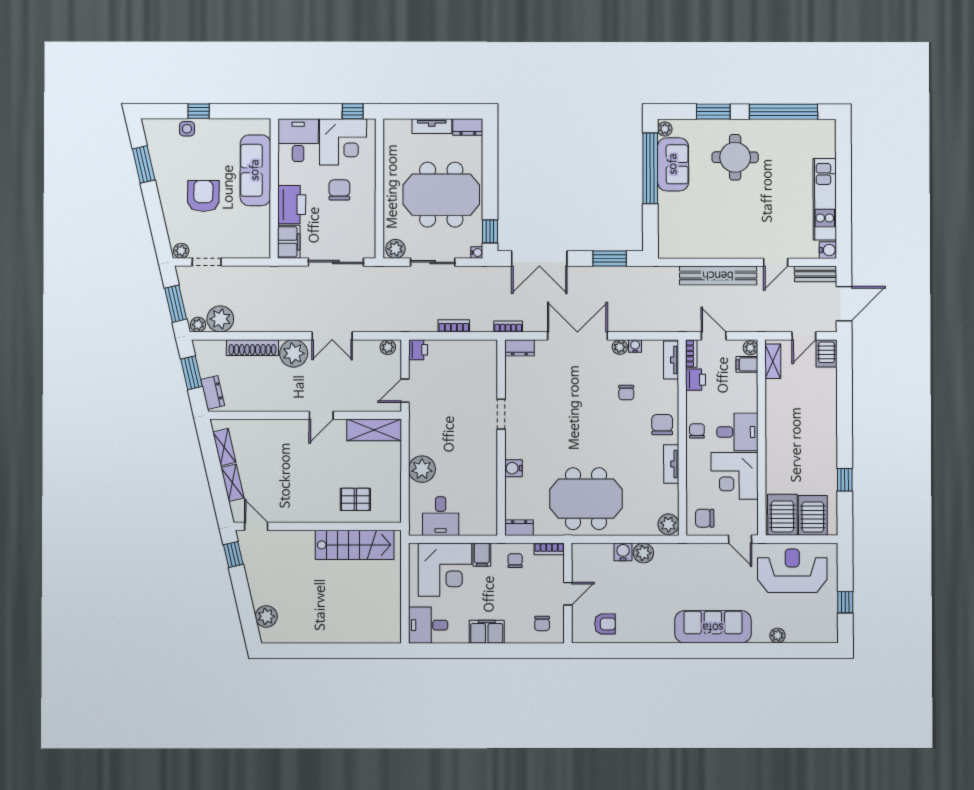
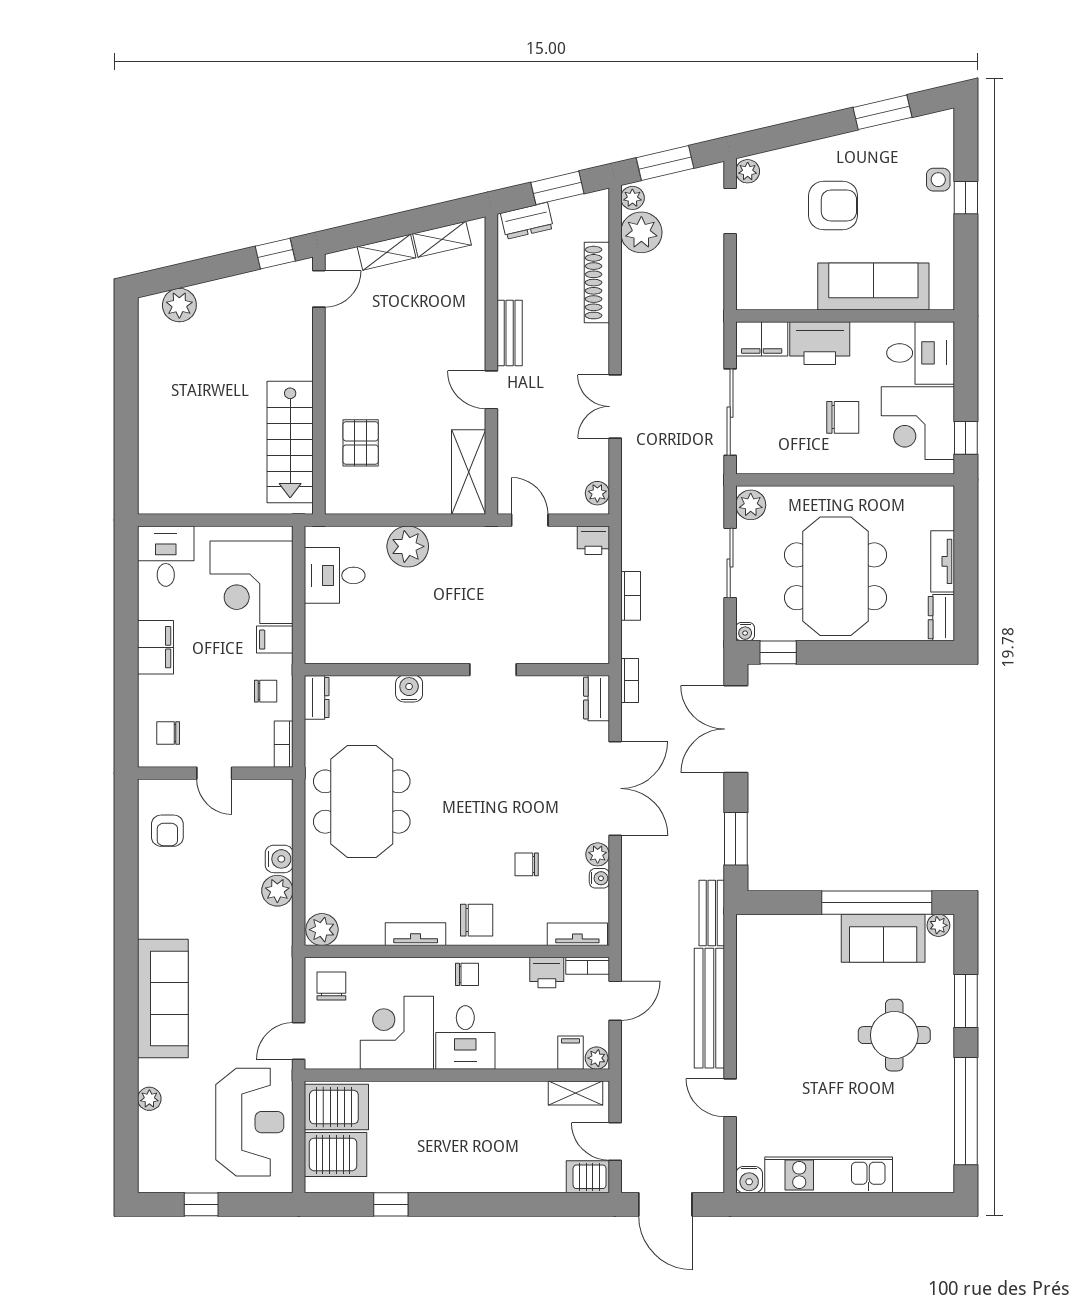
bench: (816, 274) -> (712, 913), moved
plant: (294, 353) -> (588, 347), removed
bench: (285, 403) -> (510, 333), added

